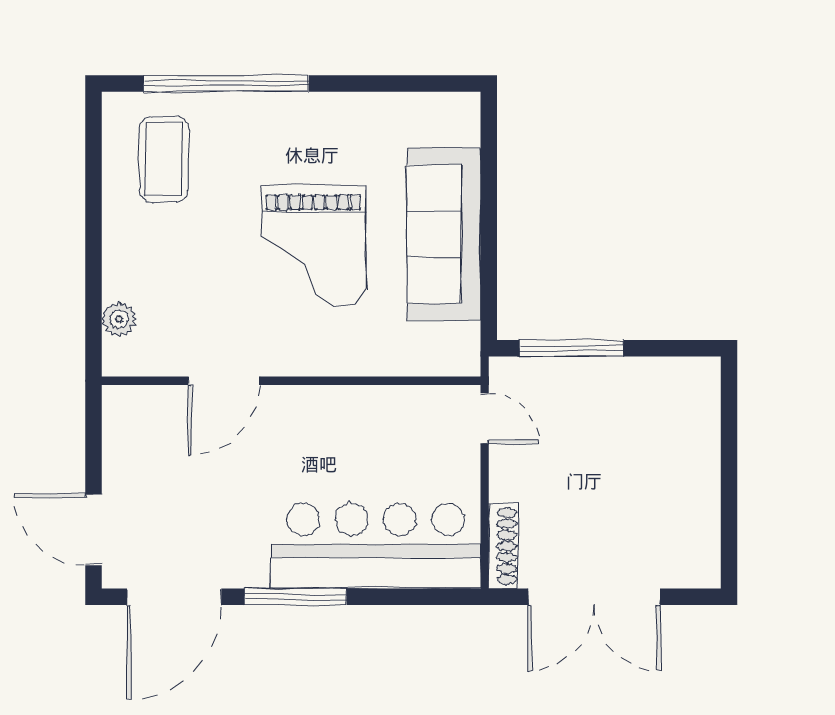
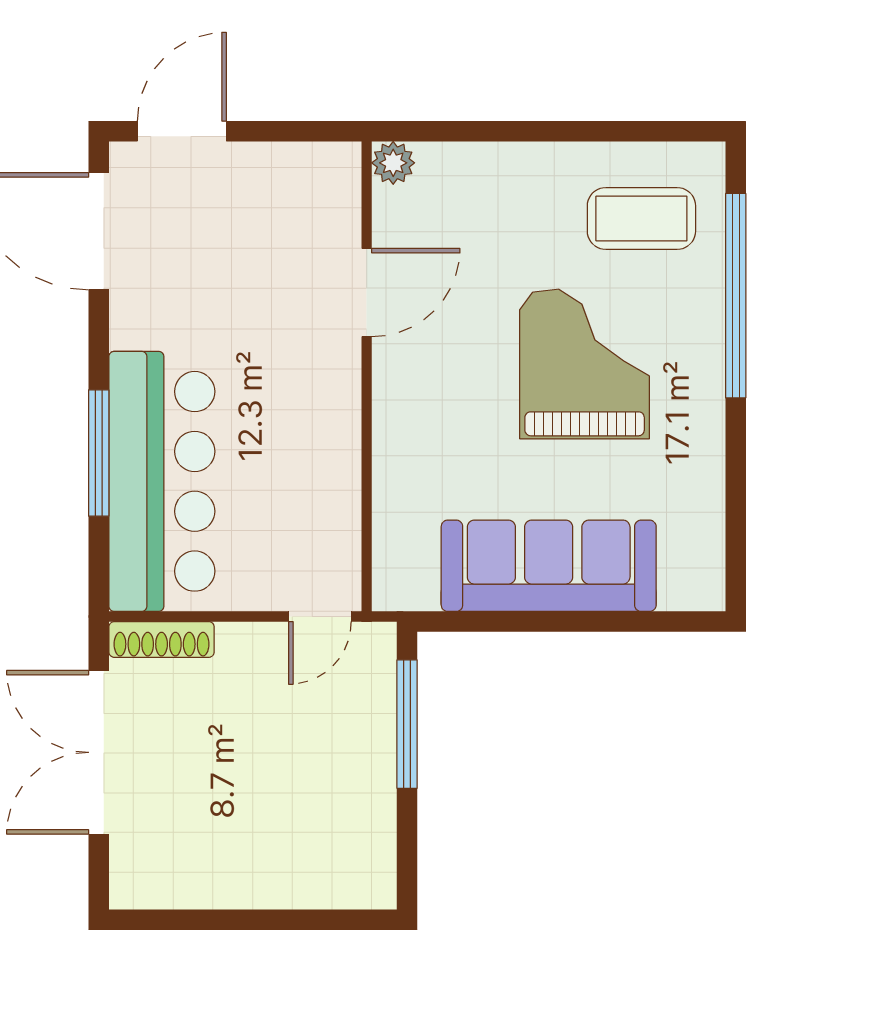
grand piano: (314, 246) -> (585, 364), moved, turned 90
plant: (119, 319) -> (393, 163), moved
door: (224, 381) -> (367, 293), swing flipped
window: (295, 597) -> (99, 453), moved

